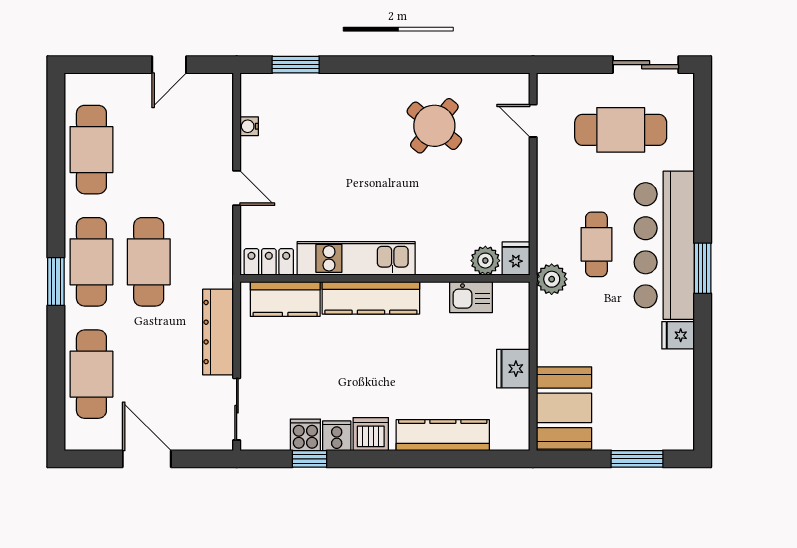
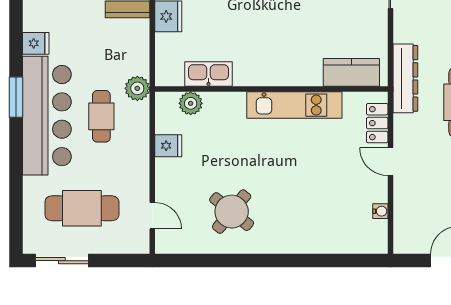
window: (296, 65) -> (343, 261), removed
fridge: (516, 258) -> (168, 146), moved, turned -90
locker: (269, 262) -> (377, 123), moved, turned 90
kitchen sink: (471, 297) -> (209, 74), width x1.38
kitchen counter: (371, 298) -> (283, 73), removed
dresser: (218, 332) -> (405, 78), moved

